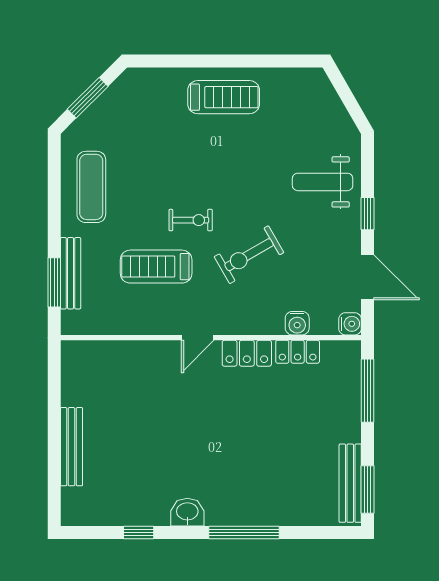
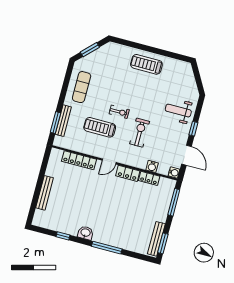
treadmill: (224, 97) -> (146, 64), turned 180
exercise bike: (249, 255) -> (140, 133), turned 120
locker: (129, 353) -> (79, 160), added

